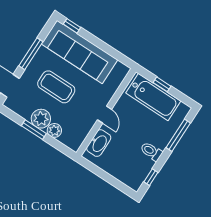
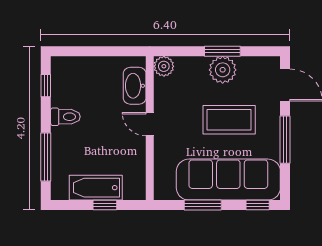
window: (104, 47) -> (203, 205), added
bathtub: (153, 97) -> (96, 188), width x0.73, depth x0.73
plant: (54, 130) -> (164, 66), moved

